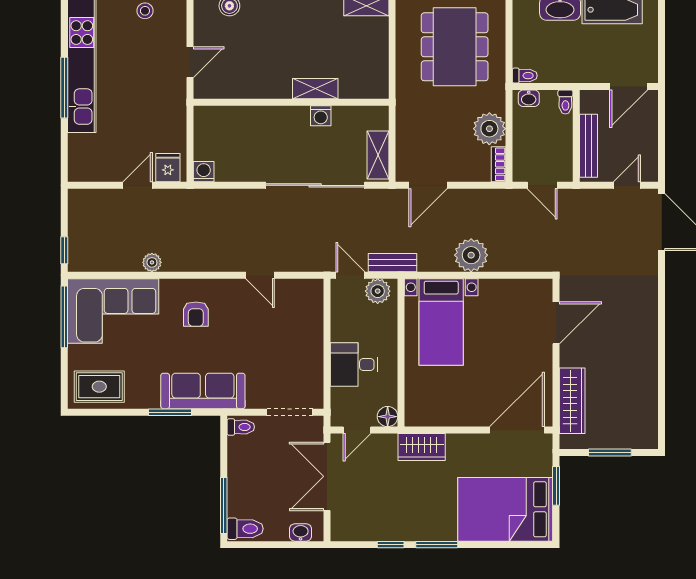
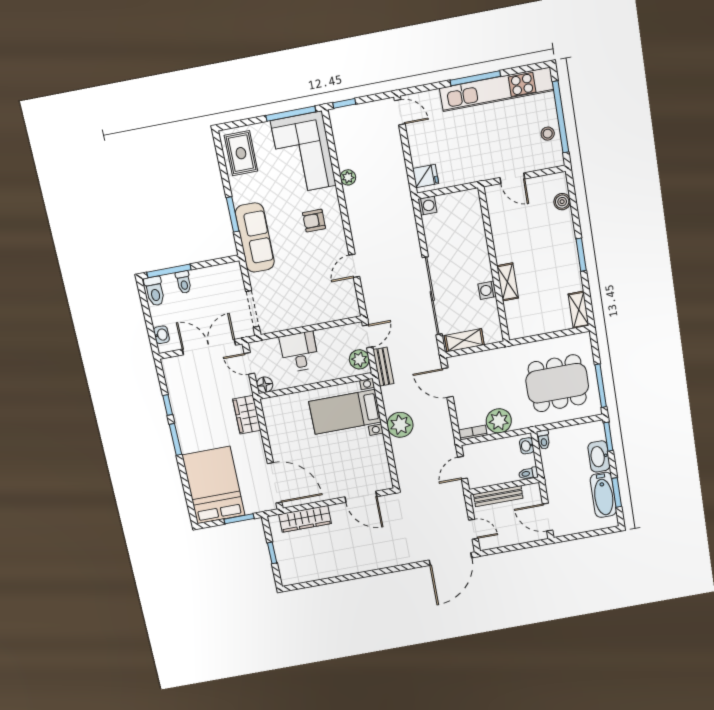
door: (138, 185) -> (400, 112), moved
toilet: (241, 427) -> (184, 282), moved
window: (610, 453) -> (272, 553), width x0.67

